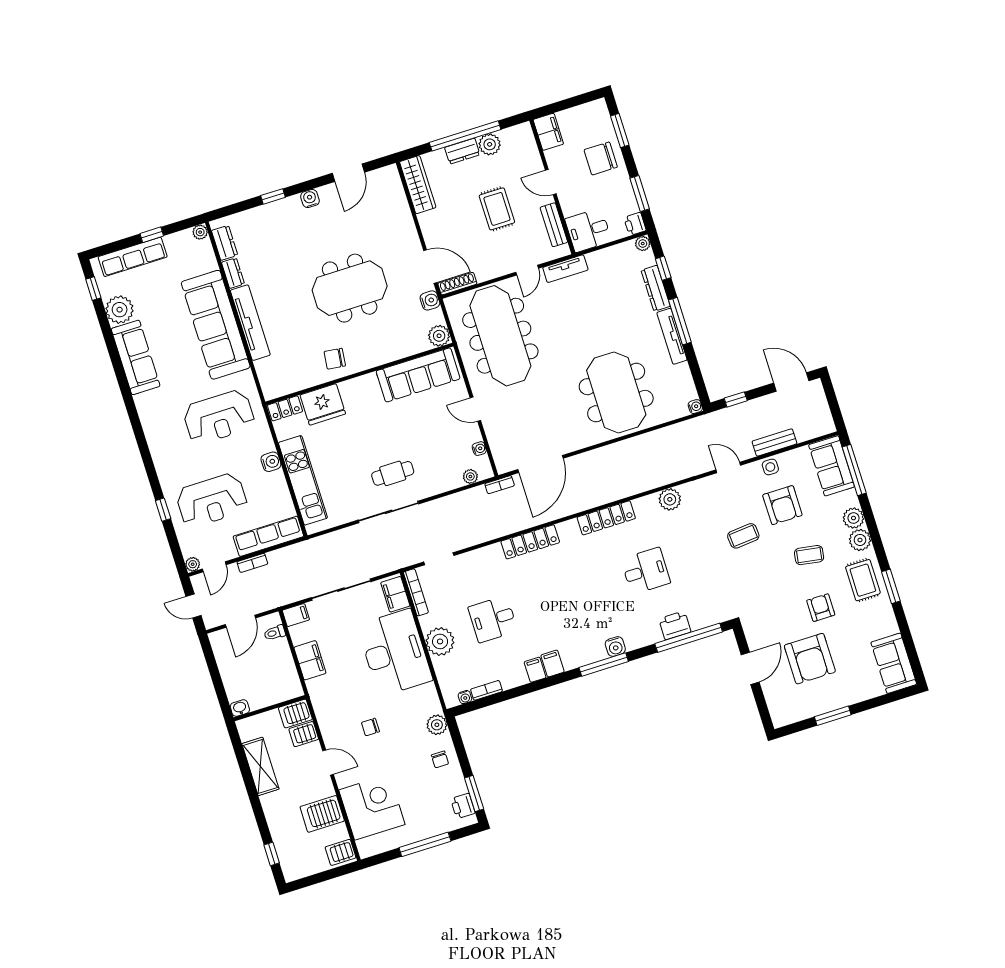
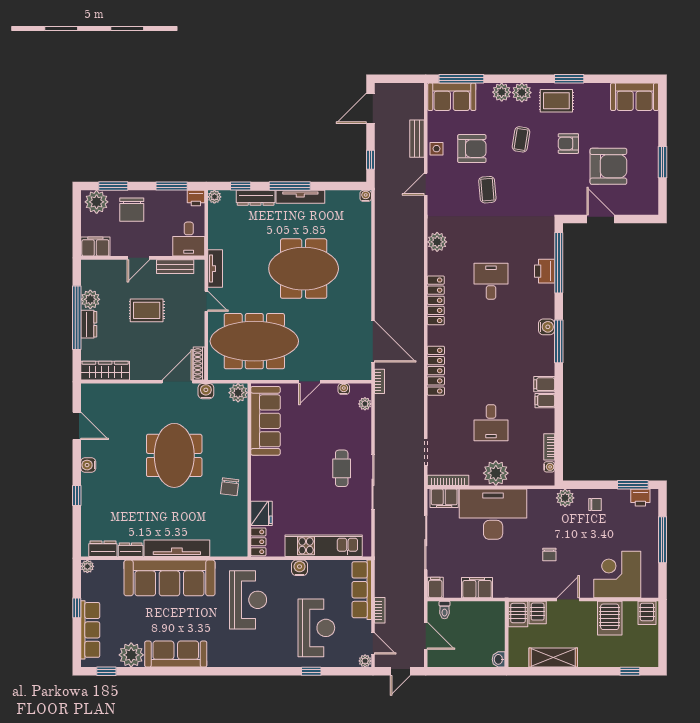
plant: (597, 118) -> (97, 202), added
meeting table: (616, 393) -> (304, 269), moved
fridge: (323, 404) -> (261, 513), width x0.73, depth x0.75

